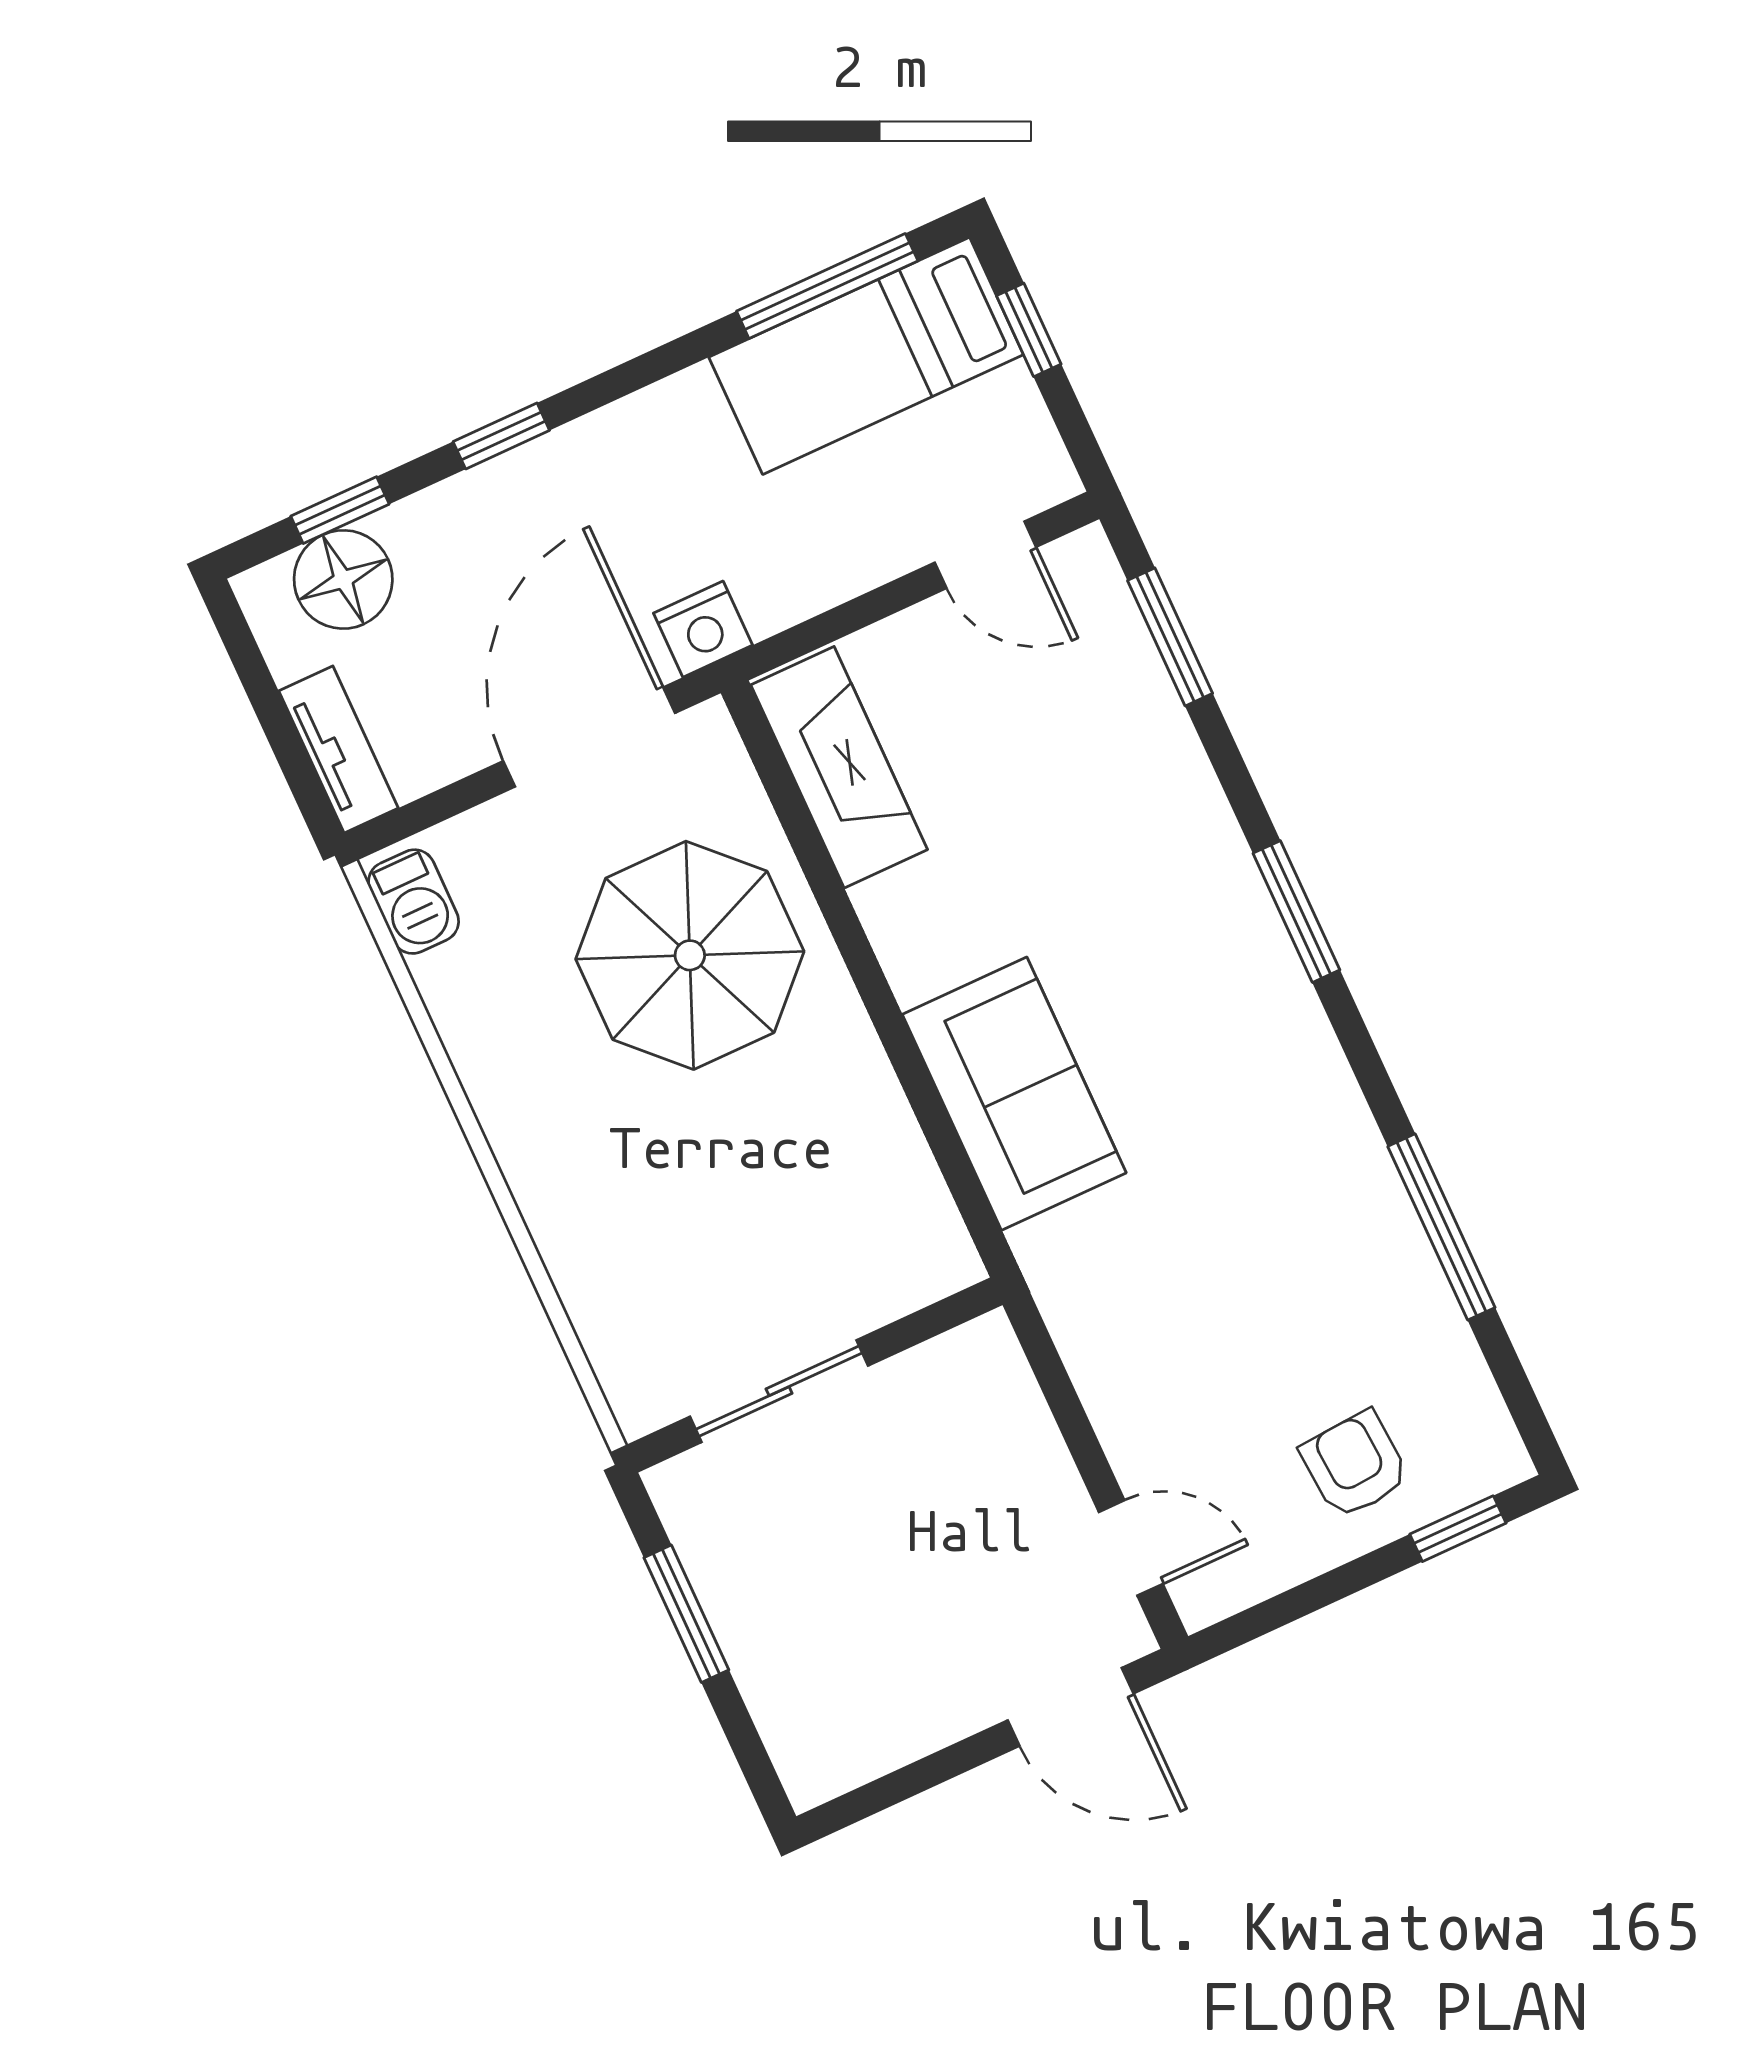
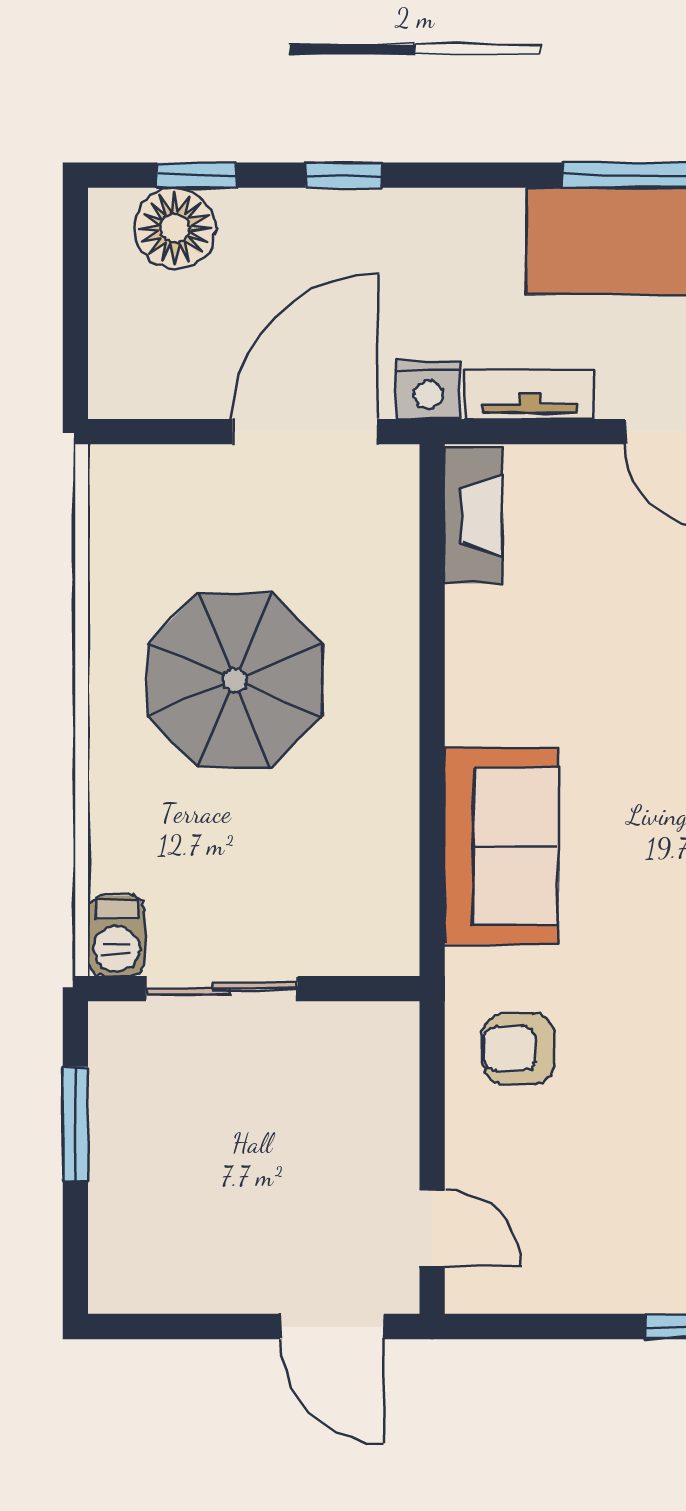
tv unit: (338, 749) -> (530, 394), moved, turned -90
fireplace: (839, 767) -> (473, 516), width x0.73, depth x0.76
barbecue: (414, 902) -> (116, 936), moved
parasol: (690, 955) -> (235, 680), moved
armchair: (1355, 1465) -> (518, 1049), moved, turned -86

